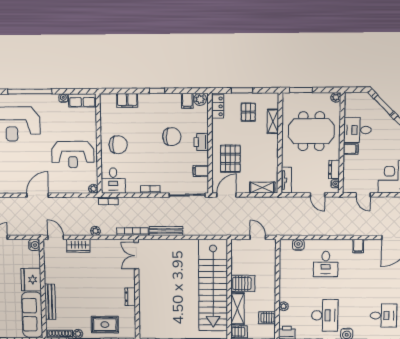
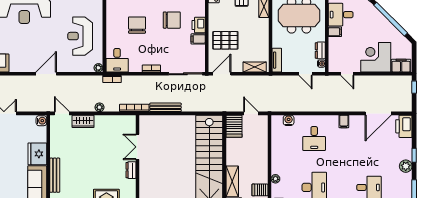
chair: (118, 145) -> (137, 25), moved, turned -90
reception desk: (73, 155) -> (80, 36), turned 90
pallet: (230, 159) -> (225, 40), turned 90
filing cabinet: (201, 171) -> (198, 39), moved
double door: (136, 256) -> (137, 147), moved
server rack: (243, 283) -> (234, 126), moved, turned 90

